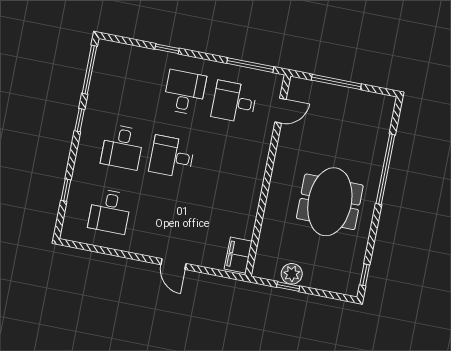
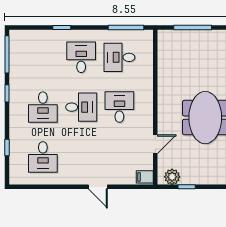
door: (281, 111) -> (155, 144), moved
desk: (172, 157) -> (81, 107), turned 180
desk: (221, 166) -> (119, 107), added
filing cabinet: (238, 255) -> (145, 177), width x0.50
plant: (292, 274) -> (172, 177), moved

